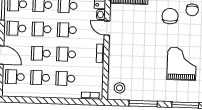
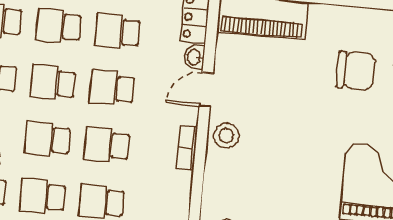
chair: (170, 16) -> (356, 71), turned 90
door: (107, 28) -> (206, 90), hinge flipped
stool: (117, 47) -> (226, 136), added

